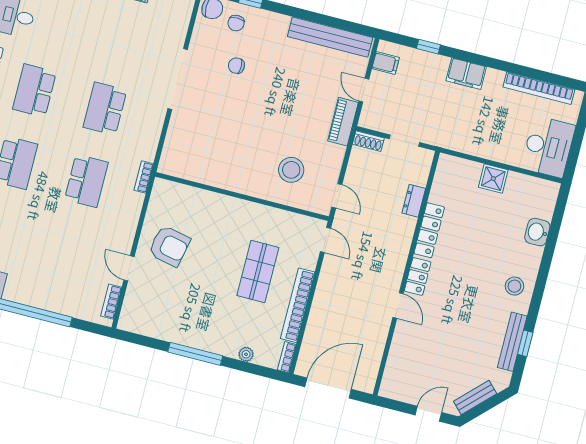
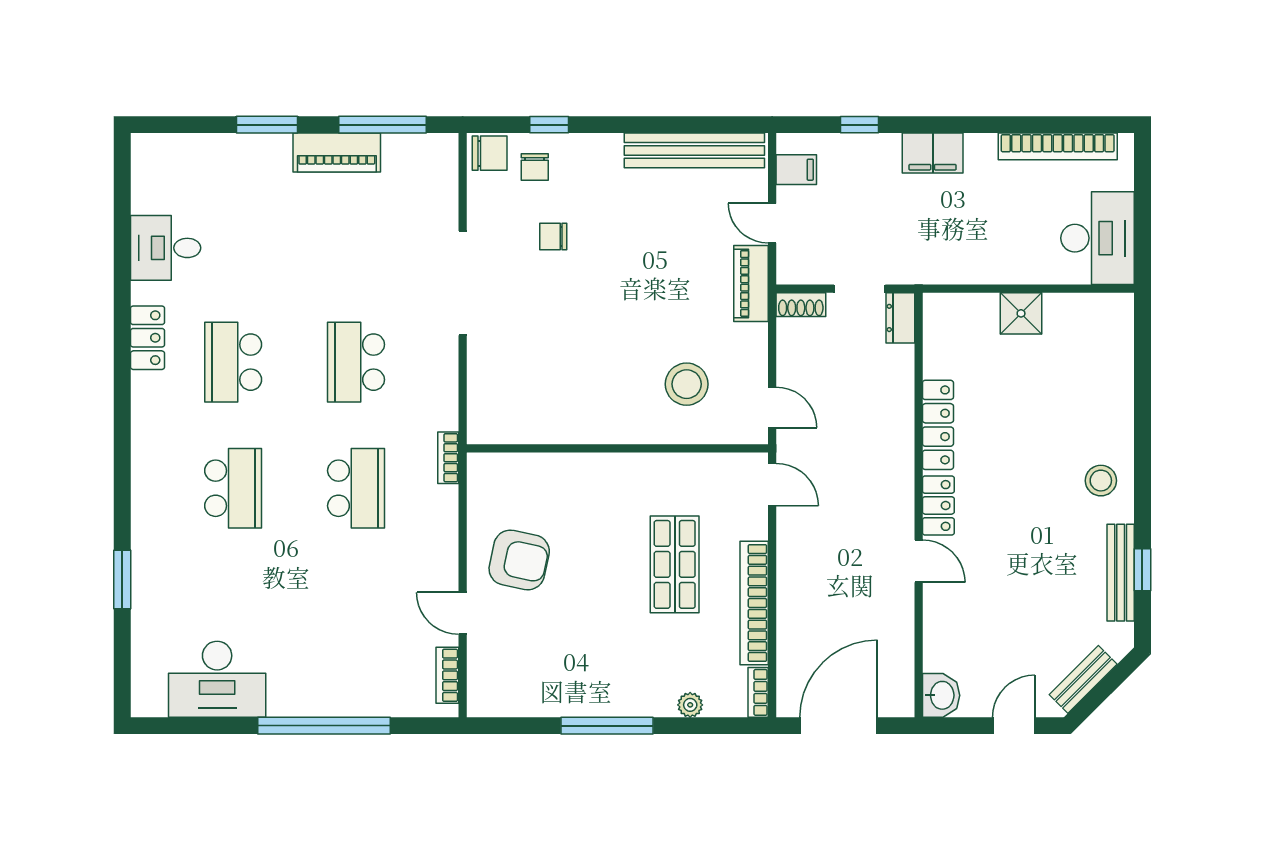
dresser: (414, 201) -> (900, 318), moved
washbasin: (537, 232) -> (941, 695), moved, turned 180

